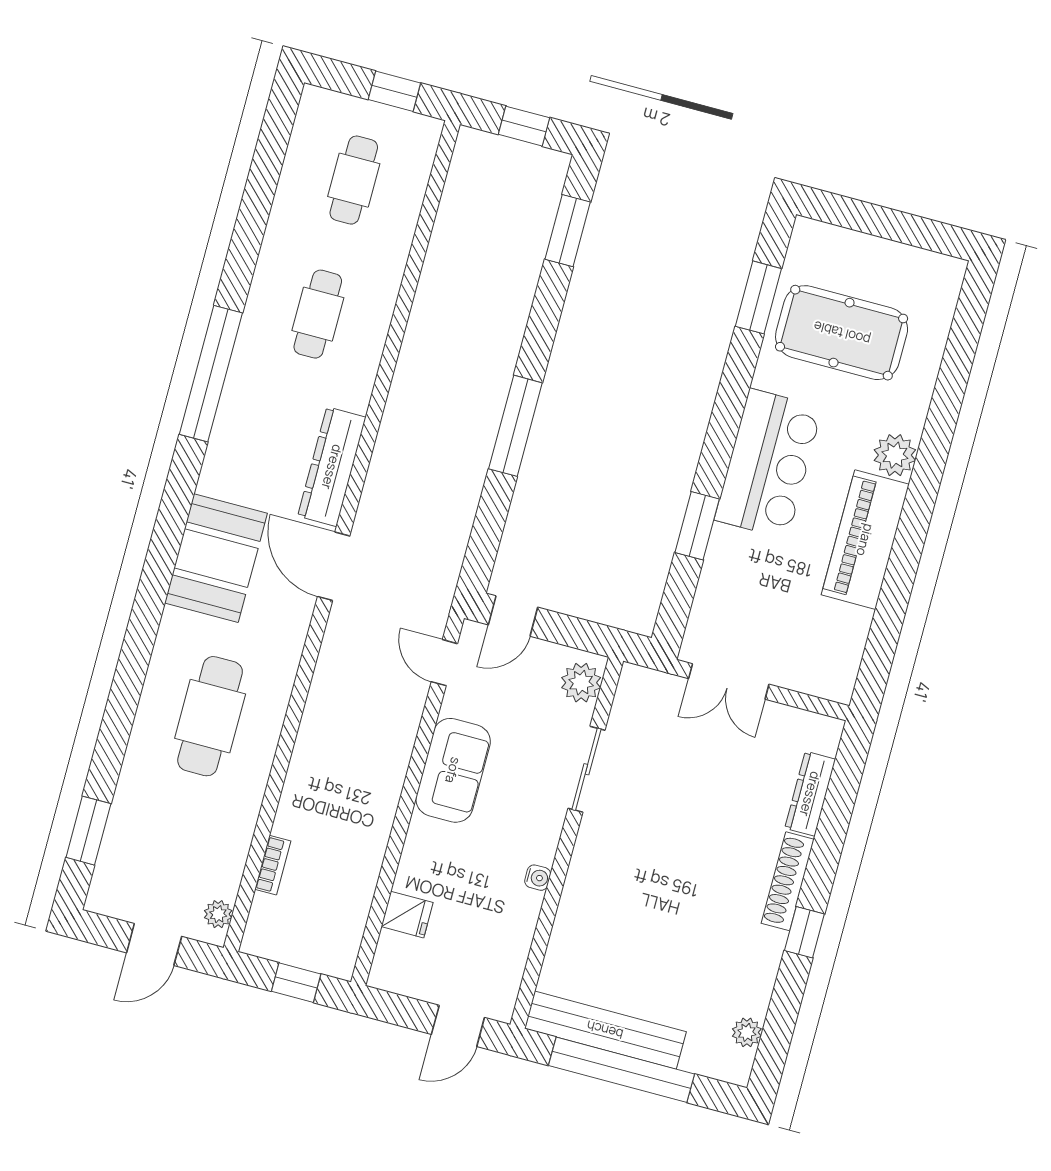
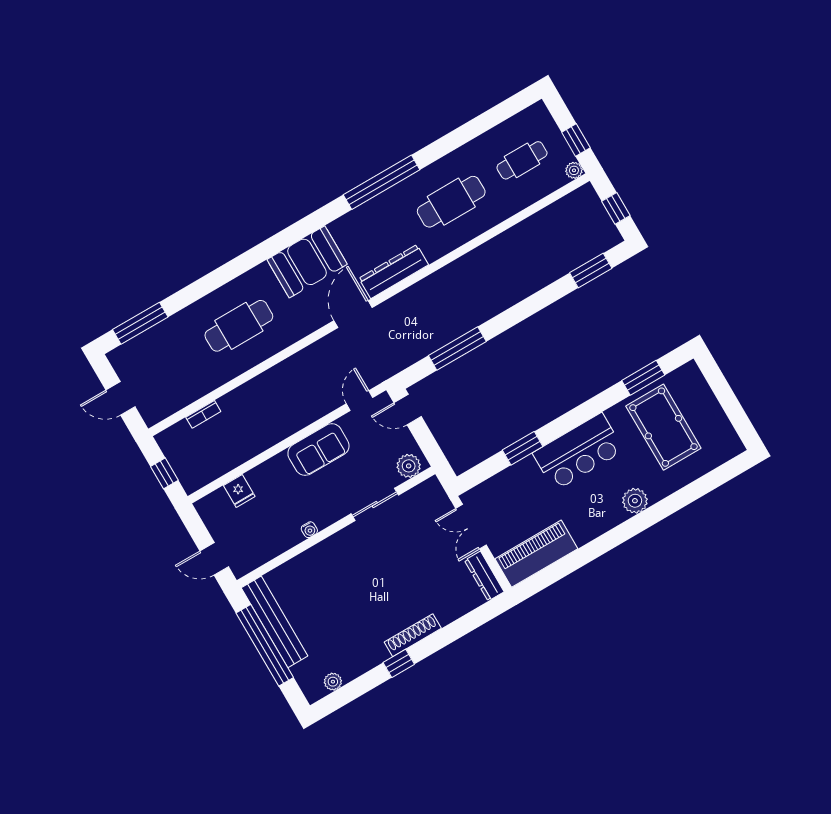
cafe table: (318, 314) -> (451, 202), width x1.37, depth x1.35
window: (515, 426) -> (457, 349), moved
piano: (865, 540) -> (536, 554), moved
dresser: (810, 794) -> (484, 576), moved, turned -90
window: (88, 831) -> (140, 323), width x1.44
plant: (218, 914) -> (574, 170), moved

